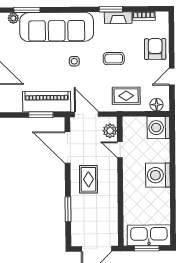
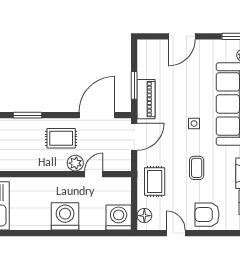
armchair: (155, 49) -> (207, 215), turned 180
piano: (47, 102) -> (146, 99), width x0.73, depth x0.75
plant: (110, 131) -> (75, 163), moved

